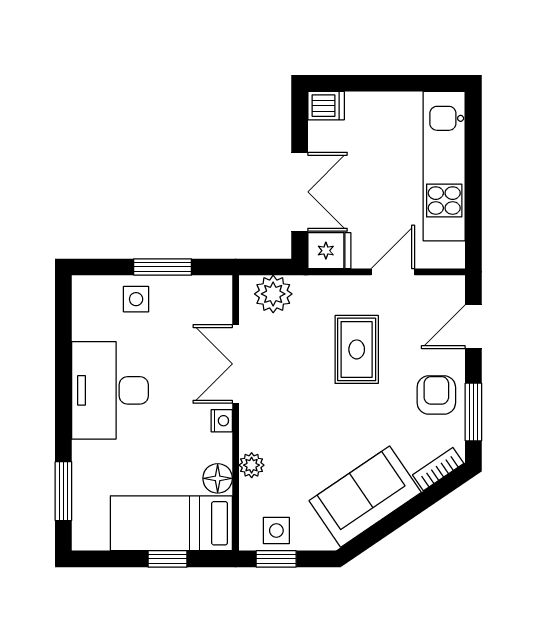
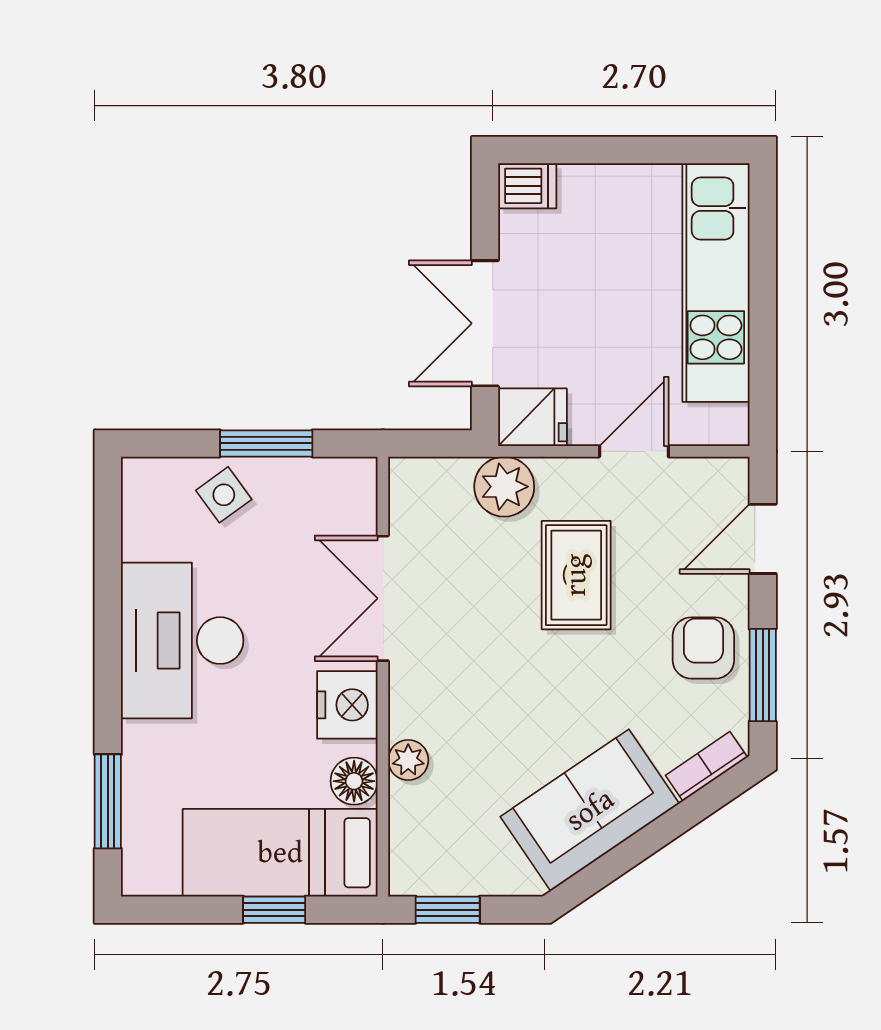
double door: (300, 192) -> (485, 323), swing flipped
plant: (273, 294) -> (504, 487), moved
side table: (136, 299) -> (224, 495), turned -36
nightstand: (222, 421) -> (347, 705), width x1.89, depth x1.79
side table: (276, 531) -> (448, 864), removed

